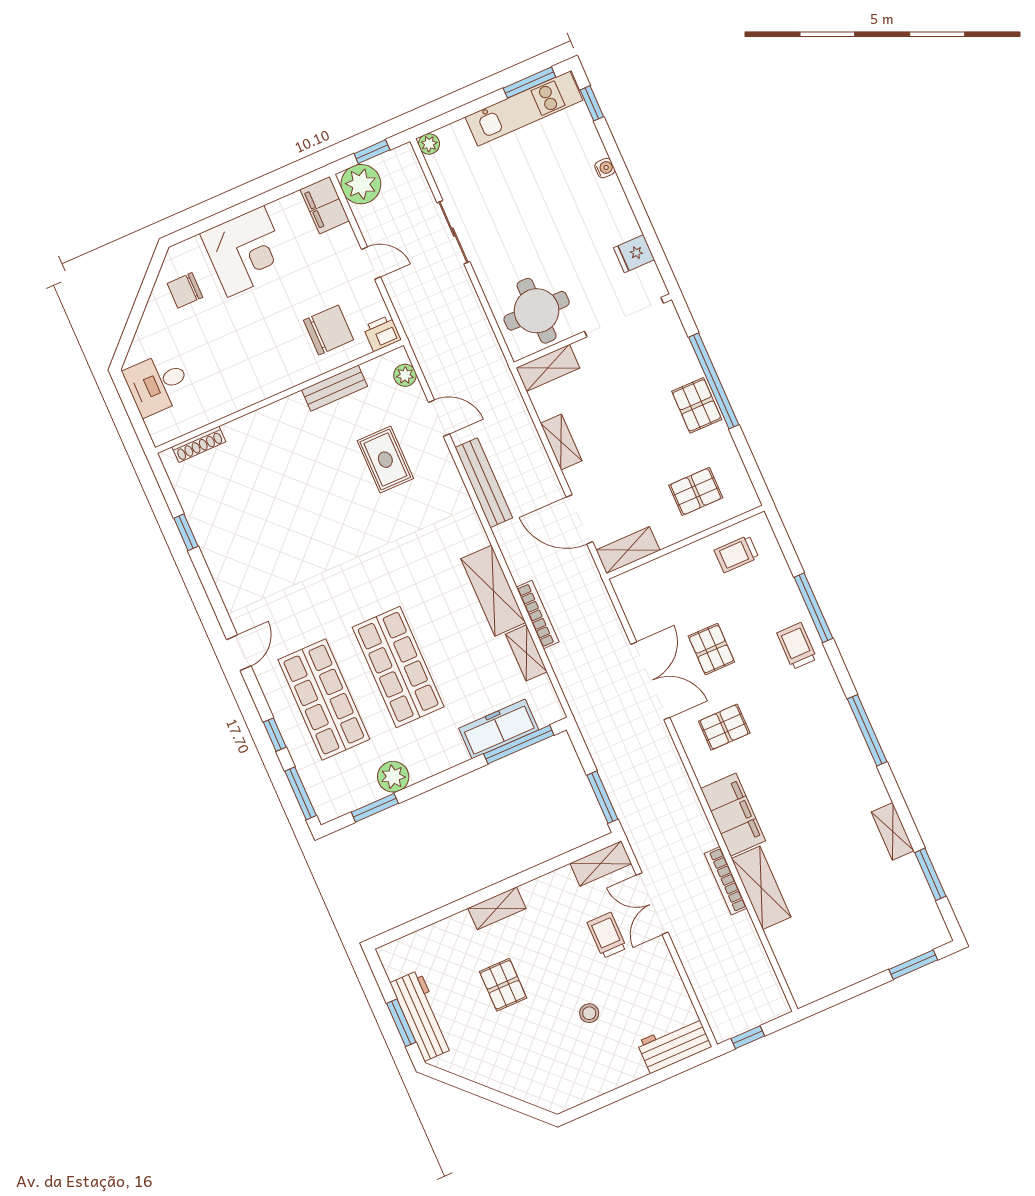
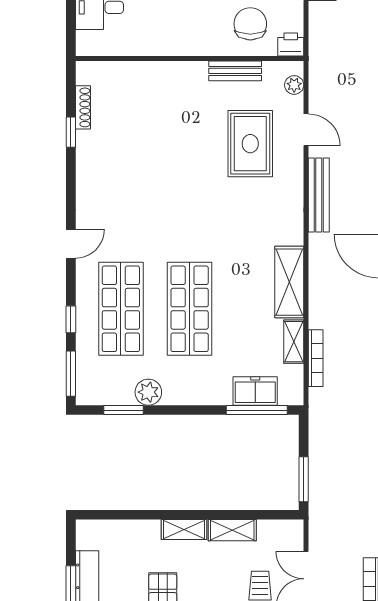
chair: (328, 330) -> (250, 24), turned -90
shoe rack: (199, 444) -> (83, 107), moved, turned -90
rug: (385, 460) -> (250, 144), width x1.36, depth x1.43
bookcase: (538, 615) -> (316, 358), moved
freezer: (499, 729) -> (255, 391), width x0.71
shelving: (601, 864) -> (232, 530), moved

